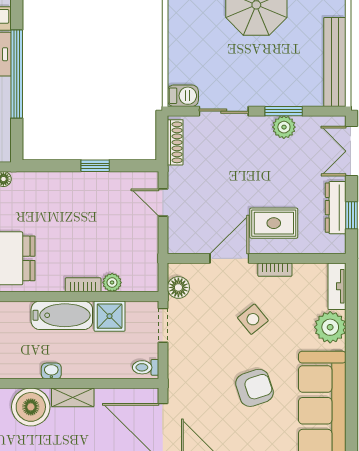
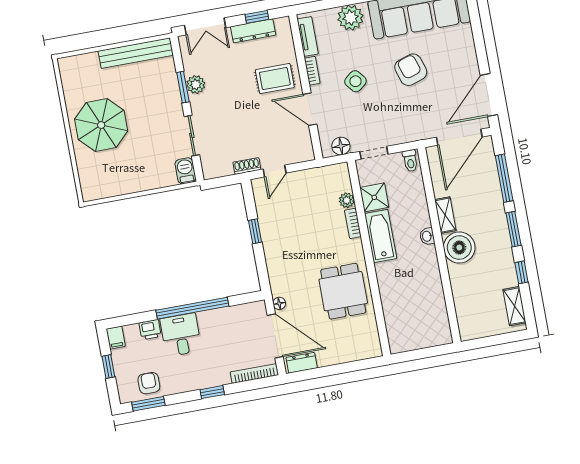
shoe rack: (175, 142) -> (247, 166), moved, width x0.70
rug: (274, 223) -> (275, 79), turned 90
tv unit: (337, 286) -> (308, 36), moved, turned -90

